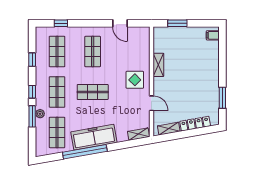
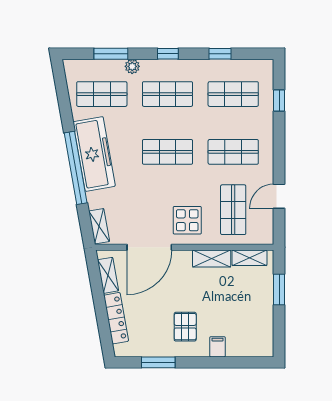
filing cabinet: (213, 35) -> (217, 347), moved
shelving: (158, 41) -> (249, 258), added
shop shelf: (128, 51) -> (233, 210), added
pallet: (200, 81) -> (185, 327), added
shop shelf: (93, 92) -> (168, 152), turned 90
door: (151, 103) -> (149, 247), width x1.87
window: (32, 116) -> (111, 54), moved
window: (85, 152) -> (76, 168), moved

